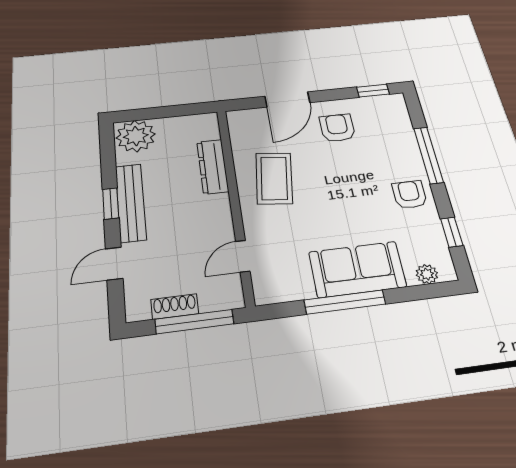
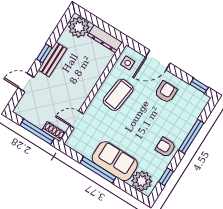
side table: (249, 131) -> (128, 63), added
dresser: (213, 167) -> (105, 39), moved, turned -90
armchair: (409, 195) -> (165, 147), turned -90
bench: (131, 202) -> (52, 59), width x0.73
plant: (427, 274) -> (142, 181), width x1.87, depth x1.87
shoe rack: (175, 307) -> (54, 132), moved

